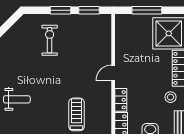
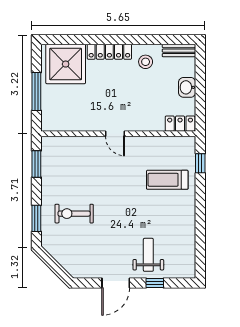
window: (60, 10) -> (36, 218), moved
locker: (121, 100) -> (149, 124), removed

